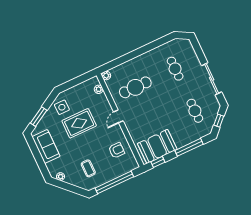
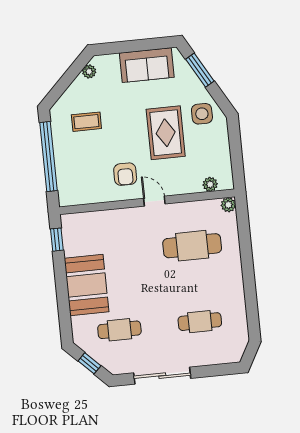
cafe table: (135, 87) -> (192, 246), turned 90
booth: (157, 146) -> (86, 285), moved
window: (189, 147) -> (63, 299), removed
armchair: (117, 150) -> (125, 174), moved

